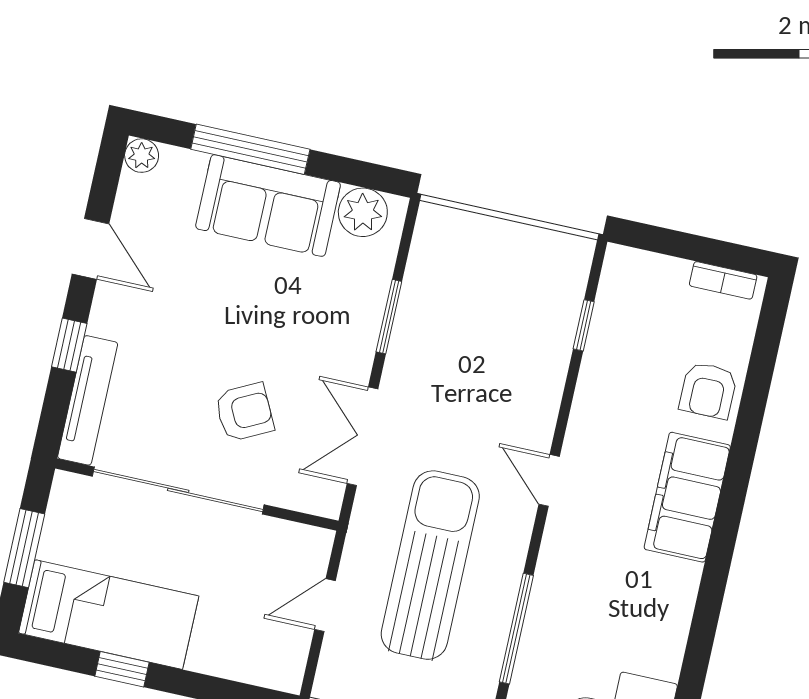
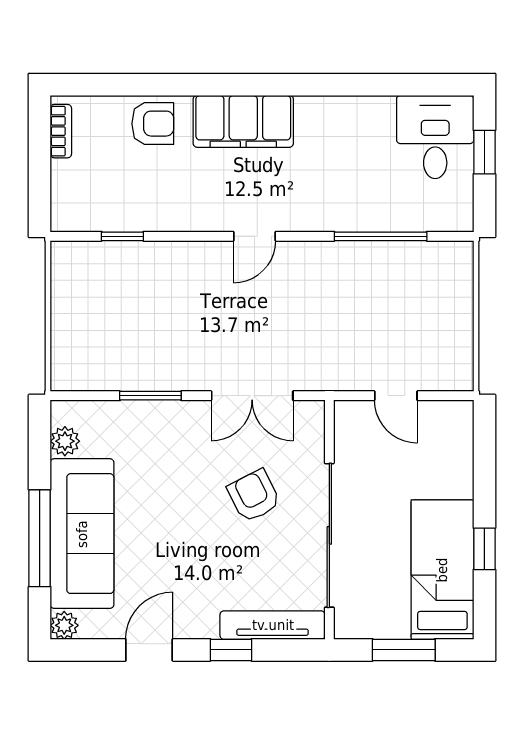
sofa: (268, 206) -> (82, 534), width x1.36
plant: (363, 212) -> (65, 441), width x0.73, depth x0.73
sun lounger: (430, 565) -> (344, 318), removed

